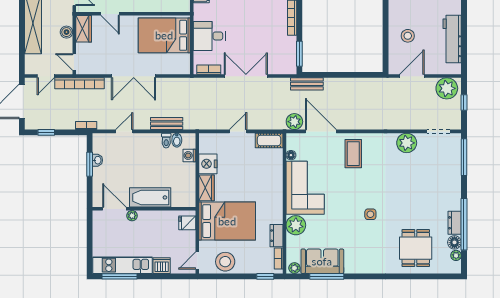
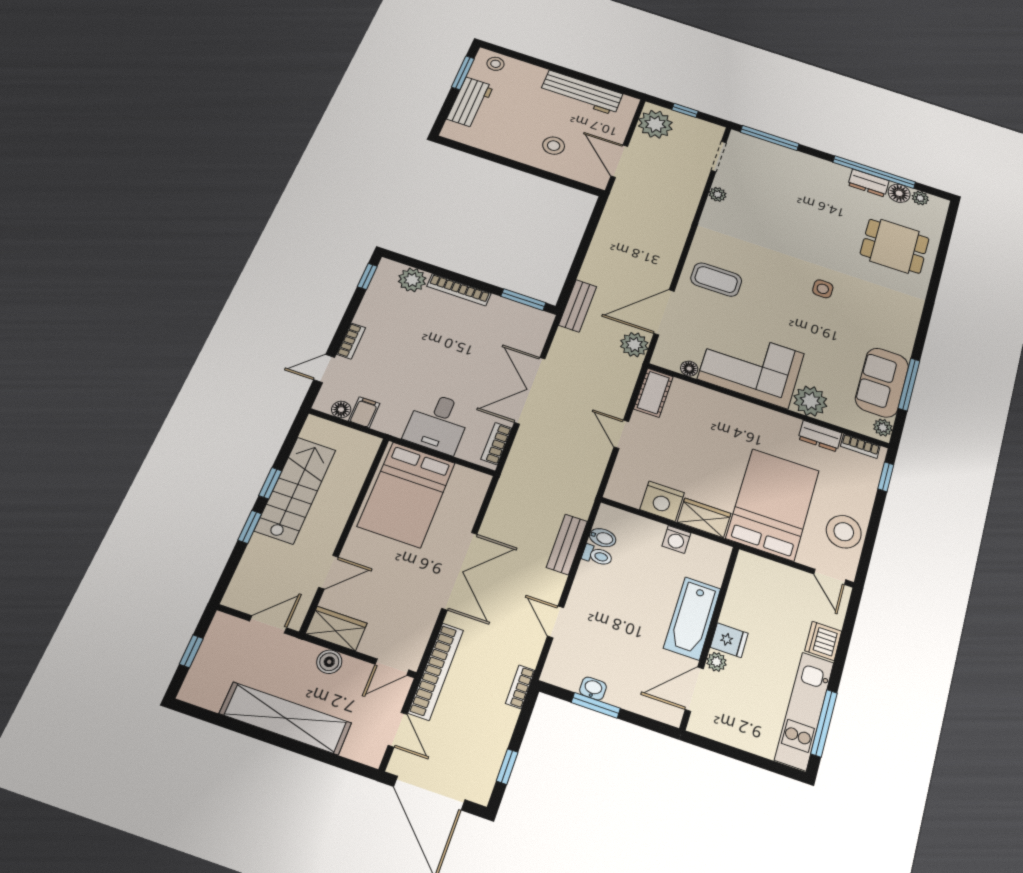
plant: (407, 143) -> (718, 194), width x0.53, depth x0.53
washing machine: (189, 156) -> (676, 539), moved
fridge: (187, 223) -> (729, 640), moved, turned -90

